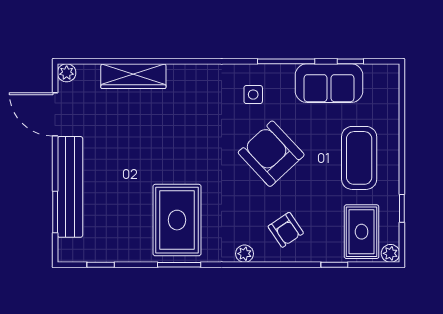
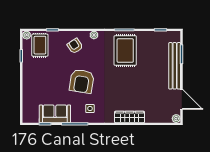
wardrobe: (133, 76) -> (129, 117), moved
armchair: (271, 154) -> (82, 81), turned 52
coffee table: (359, 158) -> (41, 79), removed

